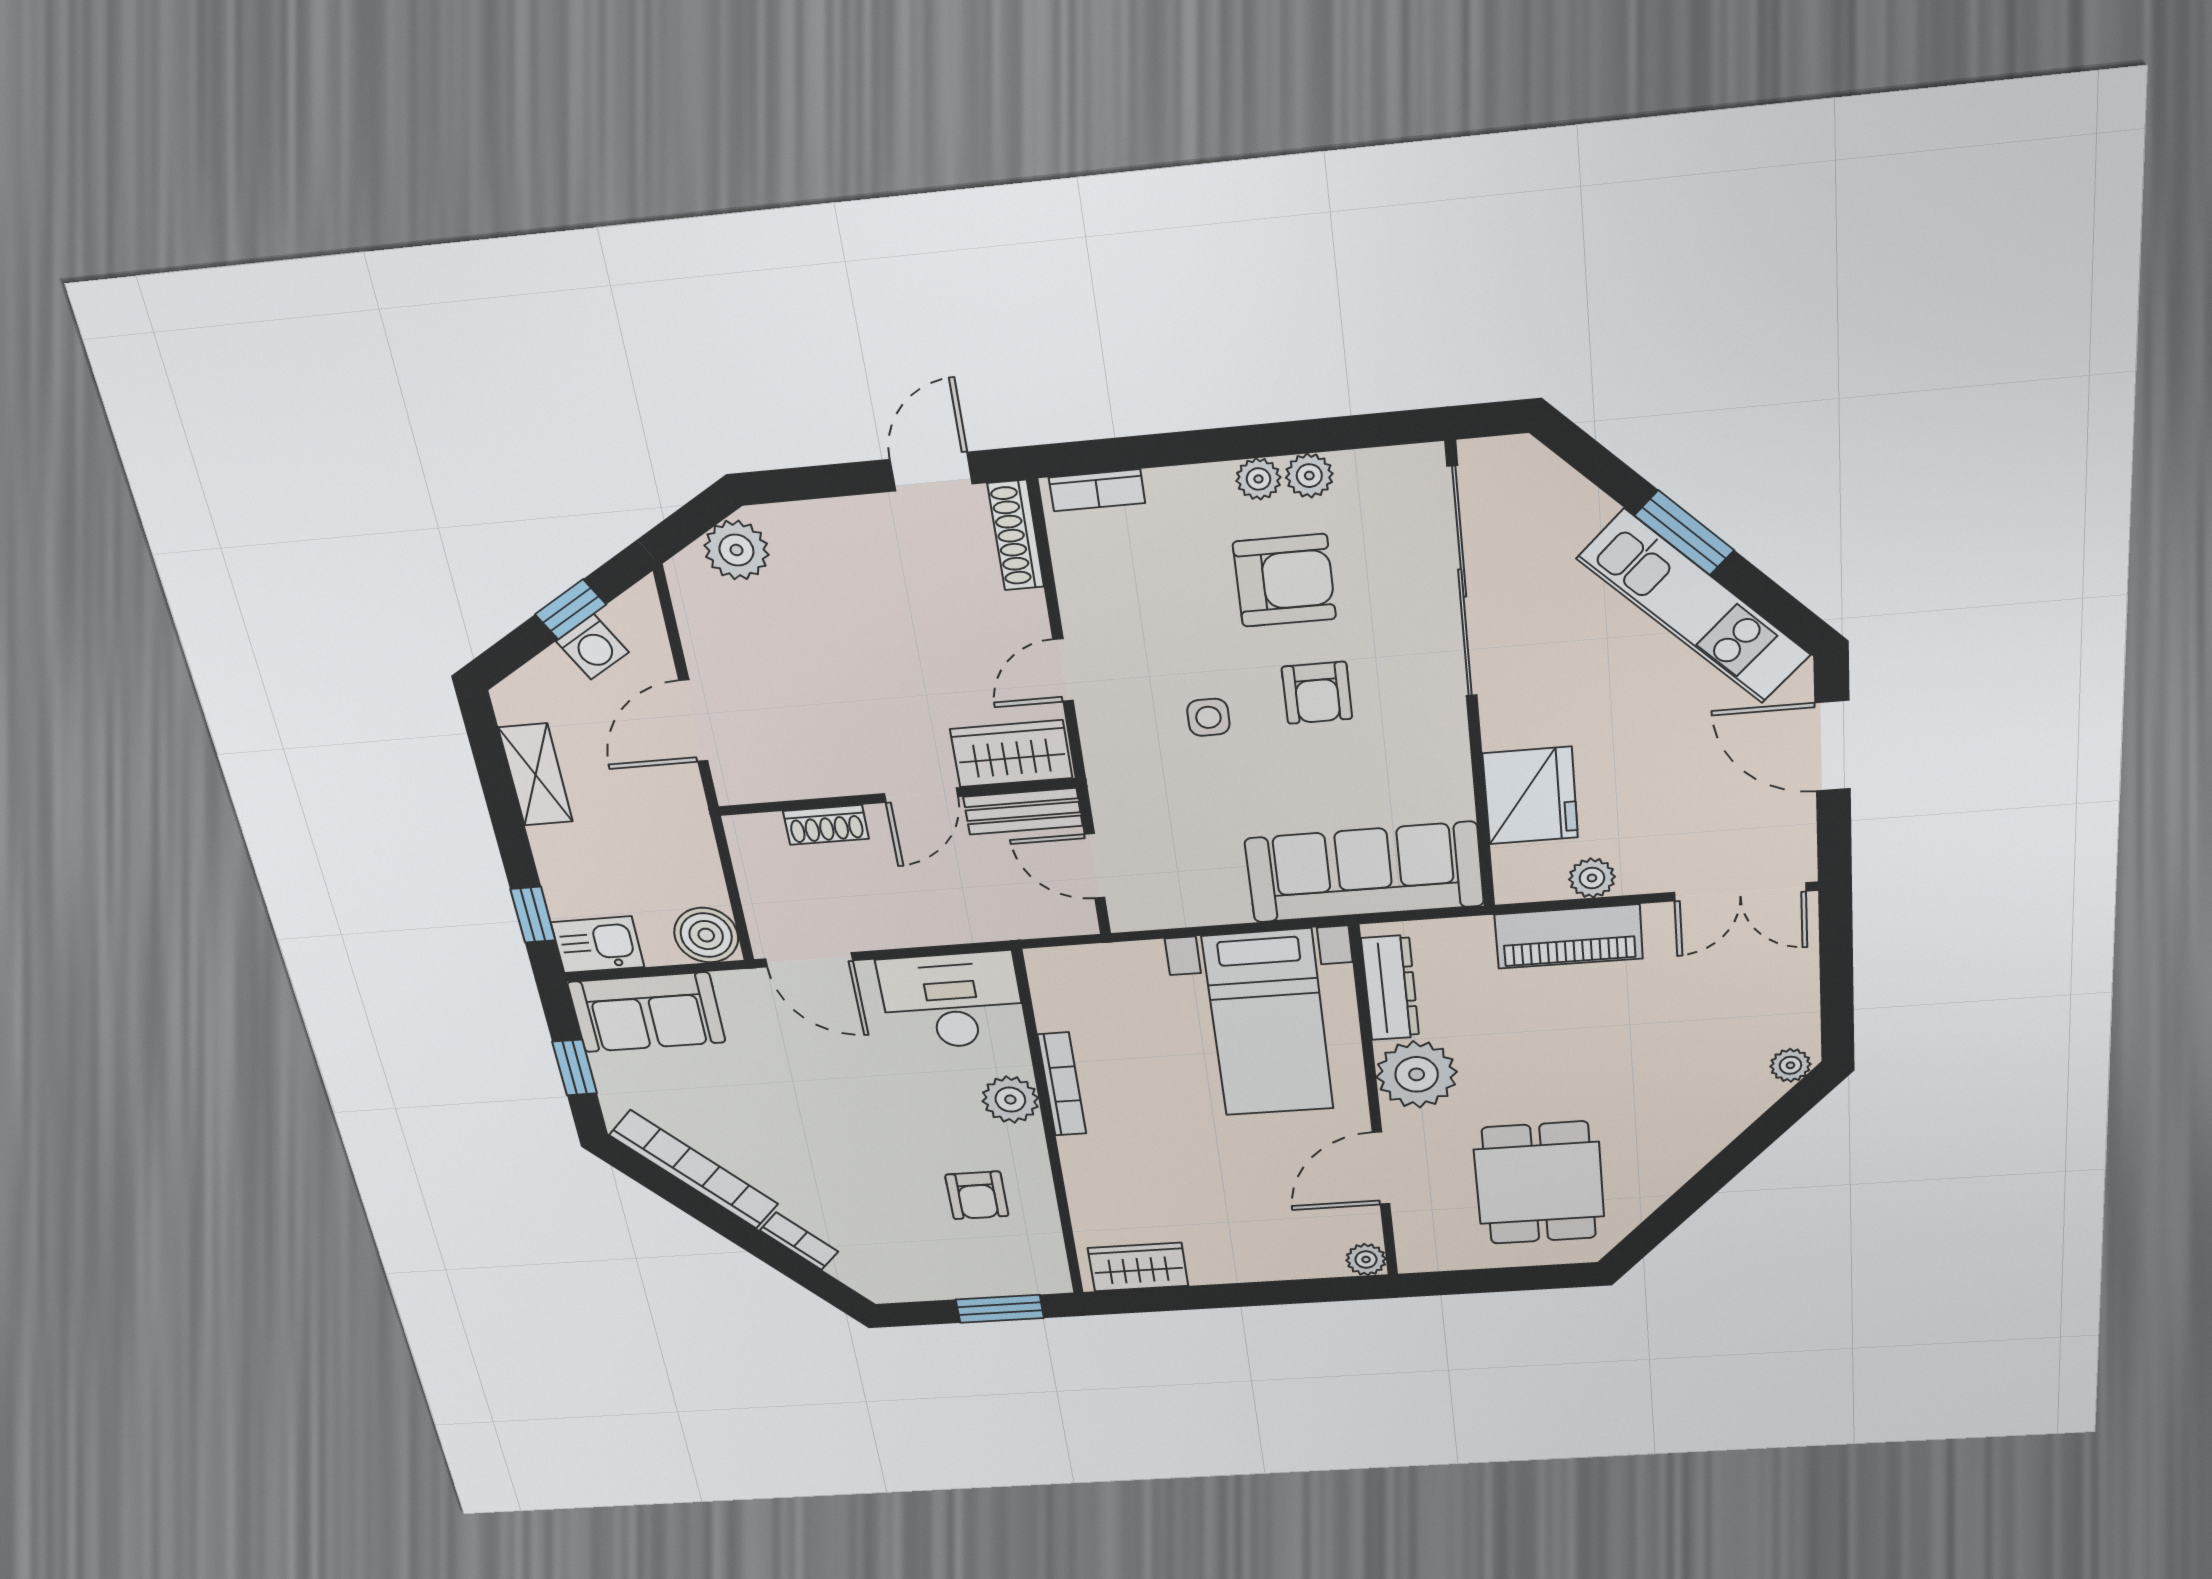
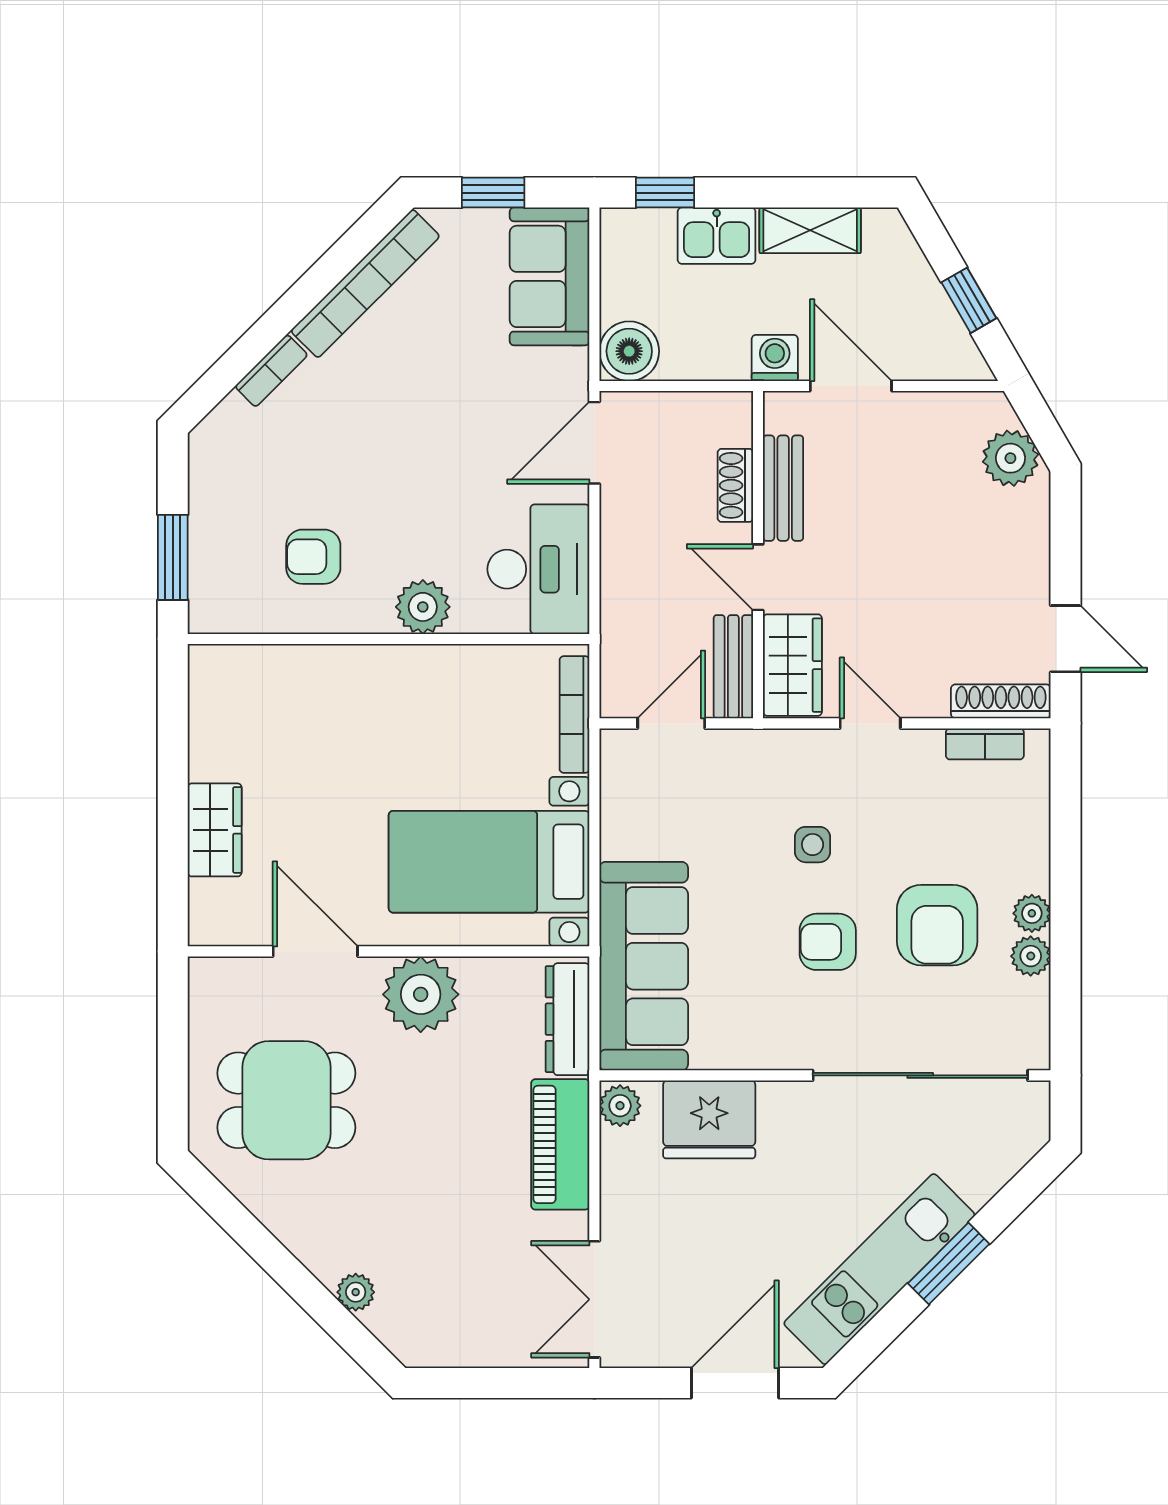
bookcase: (1097, 490) -> (985, 744), moved, turned -90
washing machine: (592, 647) -> (775, 358), moved, turned 120
bench: (819, 778) -> (783, 488), added
plant: (1592, 878) -> (620, 1106), moved
kitchen sink: (598, 945) -> (717, 236), moved, turned 90
dresser: (1390, 988) -> (567, 1019), moved, turned 90
plant: (1790, 1065) -> (356, 1292), moved
bookcase: (1062, 1084) -> (574, 715), moved, turned 90
plant: (1366, 1260) -> (207, 927), removed
wardrobe: (1138, 1267) -> (215, 830), moved

